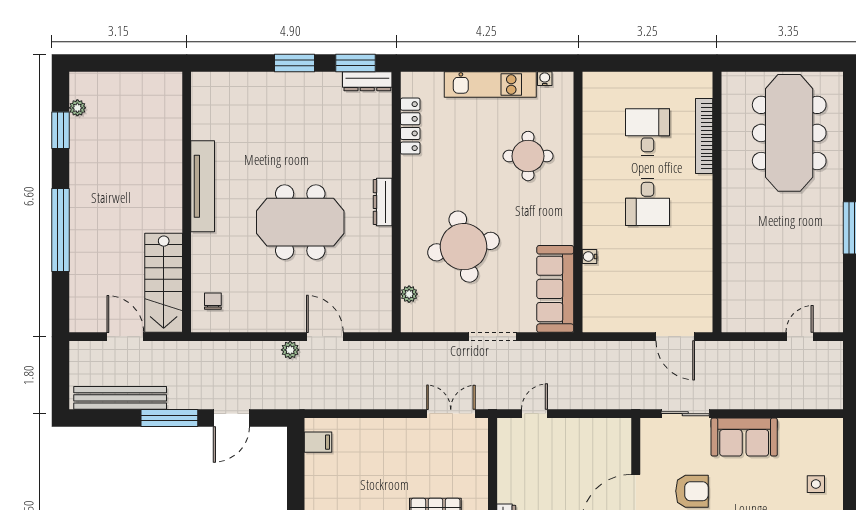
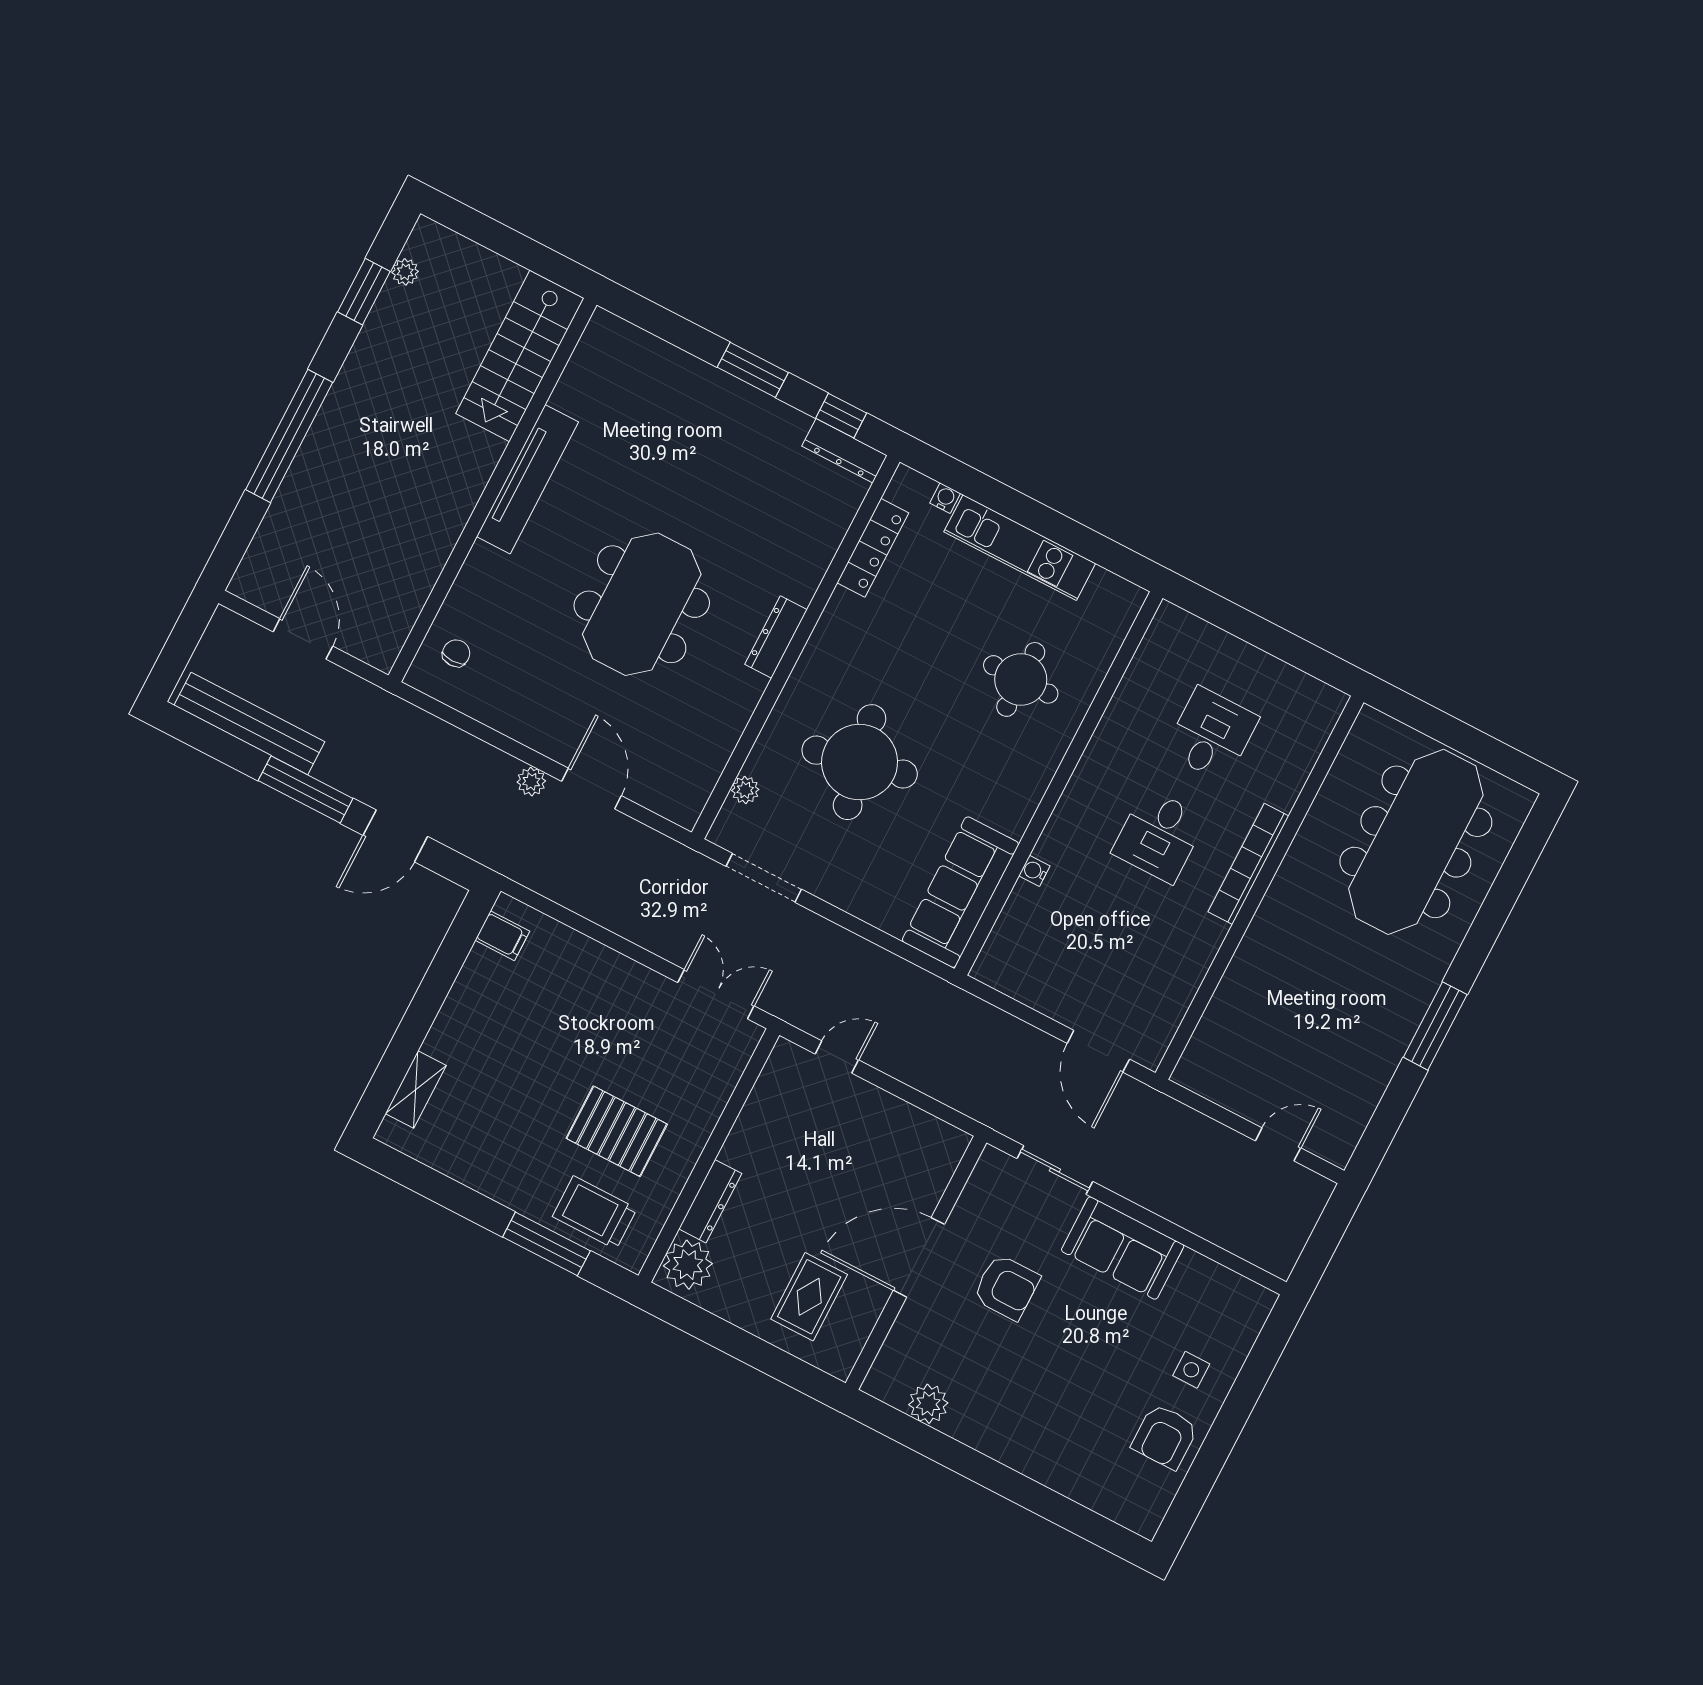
window: (356, 63) -> (841, 416), width x0.67
water cooler: (545, 79) -> (945, 498), moved
bookcase: (704, 136) -> (1248, 864), moved
meeting table: (300, 222) -> (642, 604), turned 90
stairs: (164, 283) -> (520, 356), moved
doorway: (493, 337) -> (764, 878), moved

